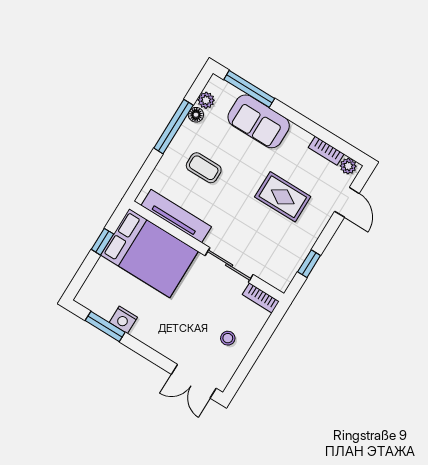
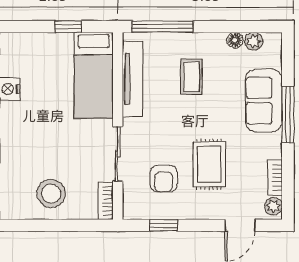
window: (249, 89) -> (288, 115), moved
window: (173, 127) -> (163, 27), moved
armchair: (272, 240) -> (164, 179), added
bed: (149, 253) -> (94, 75), width x0.67
stool: (228, 338) -> (51, 194), width x1.89, depth x1.89

